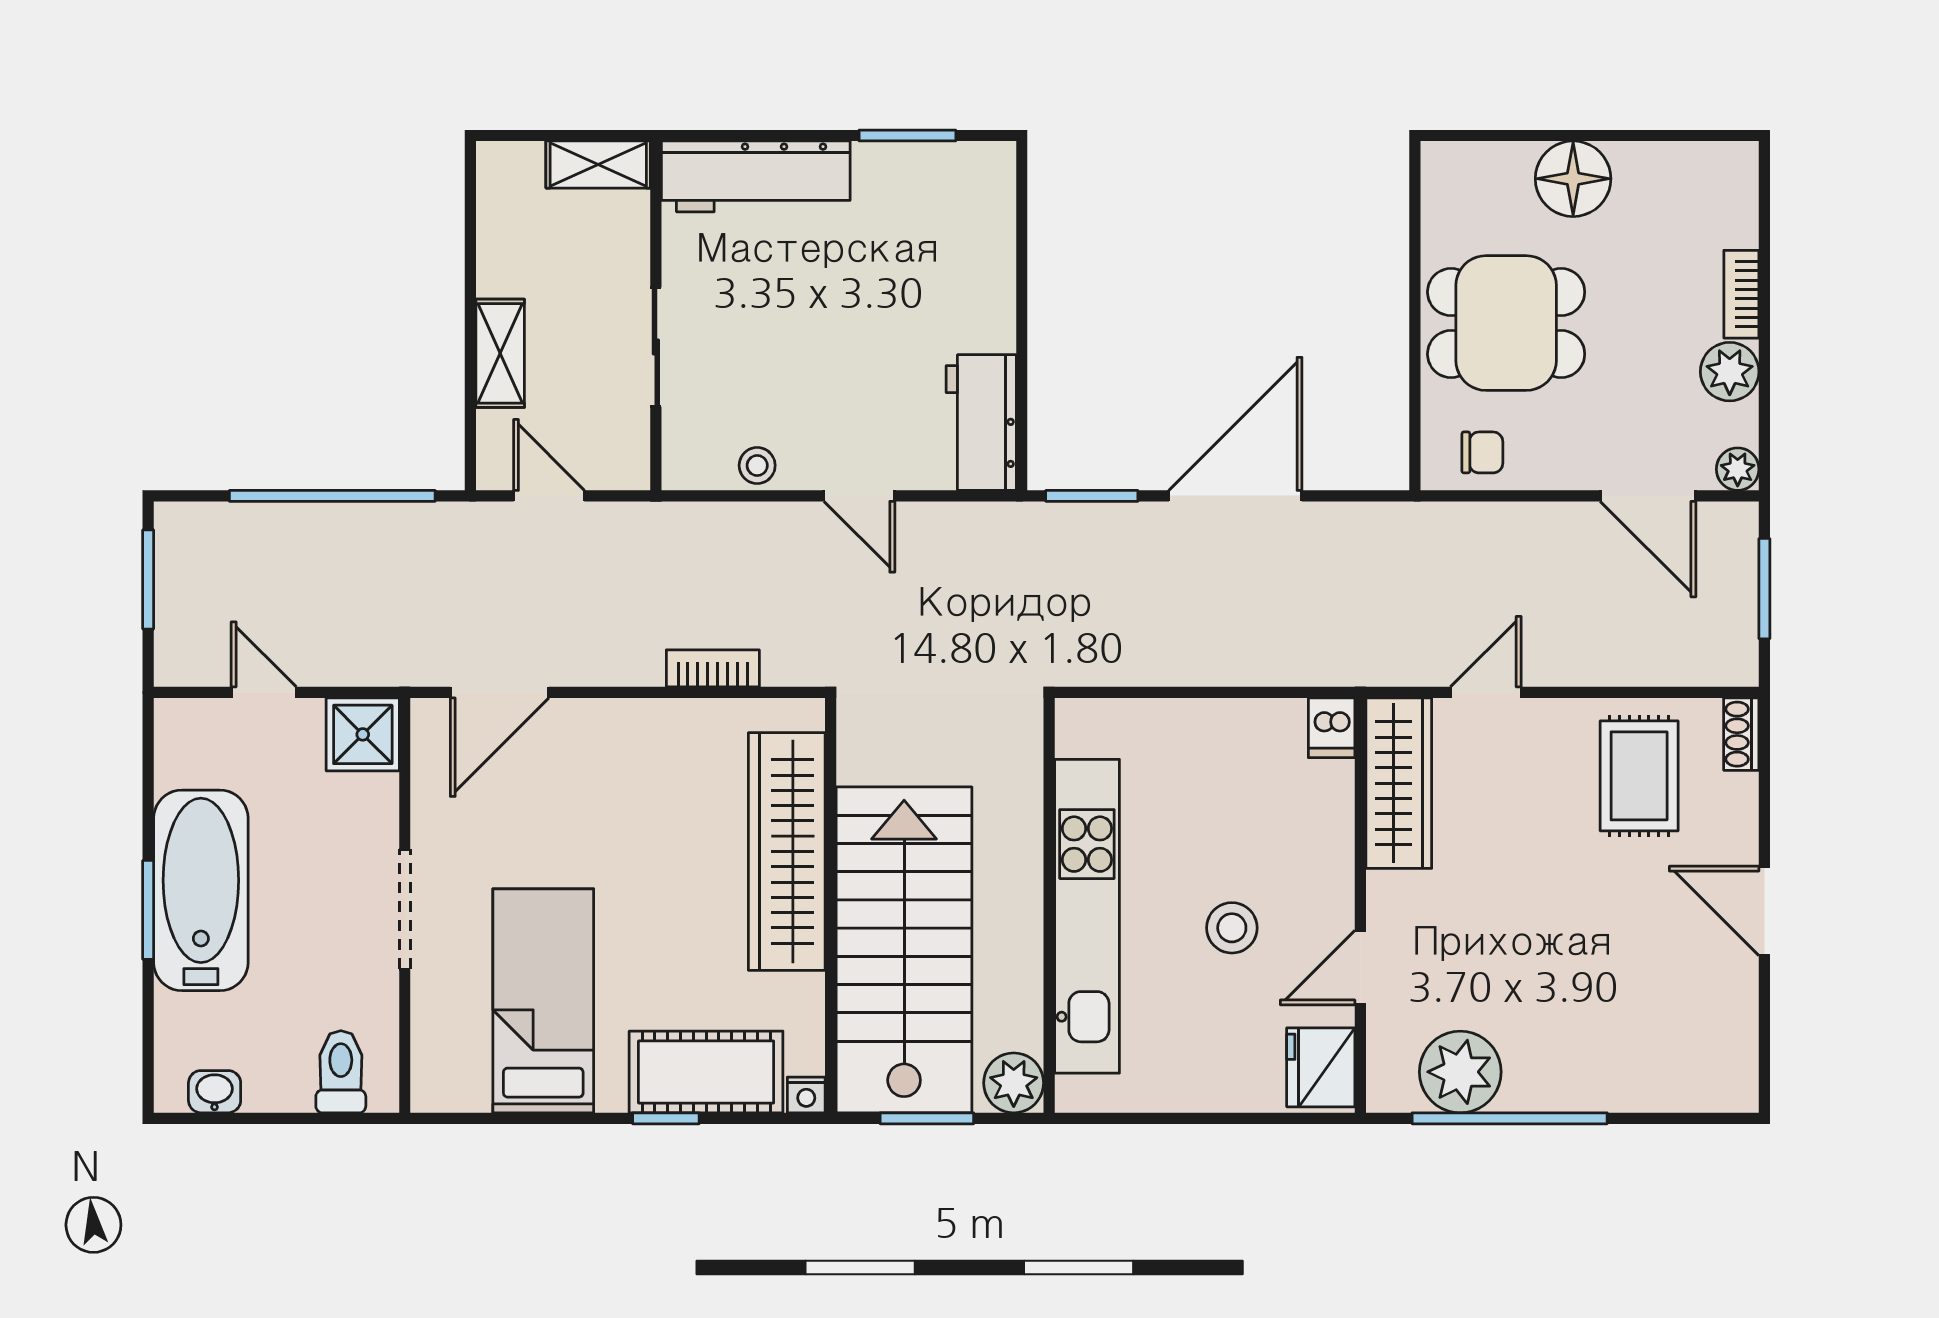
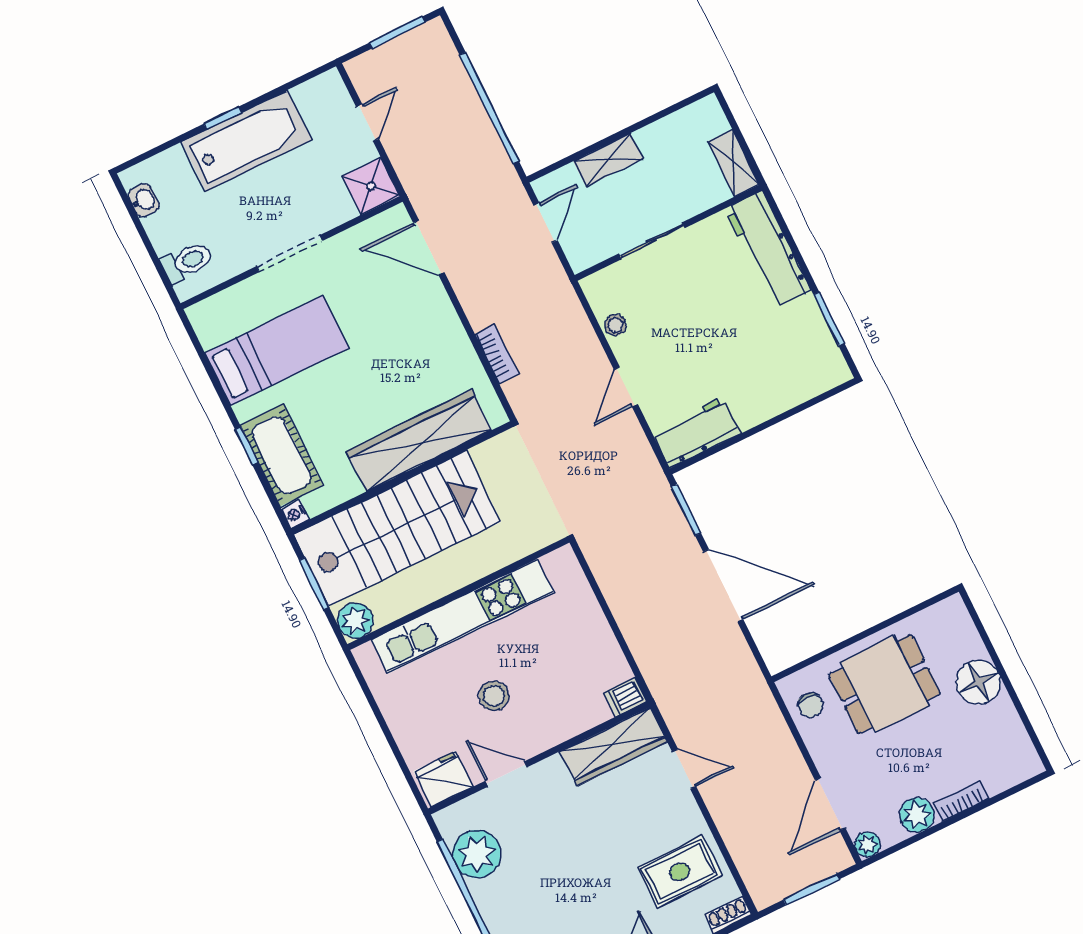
dining table: (1506, 323) -> (885, 684), turned 90
window: (148, 910) -> (223, 118), width x0.67

